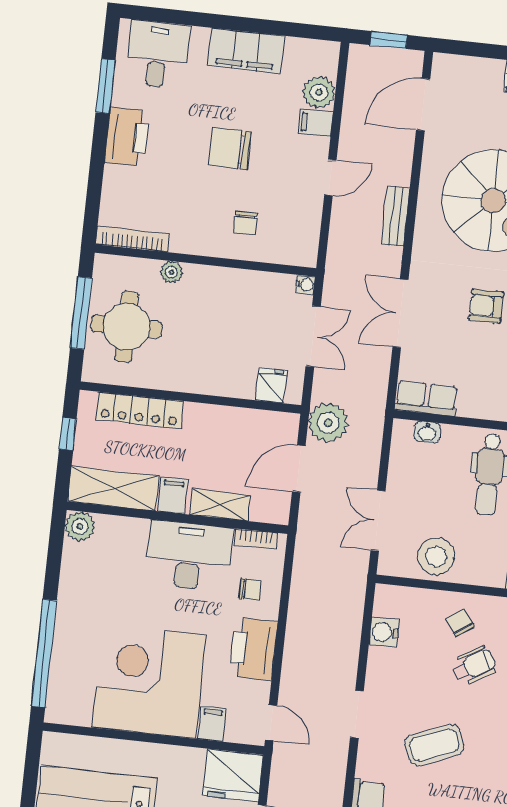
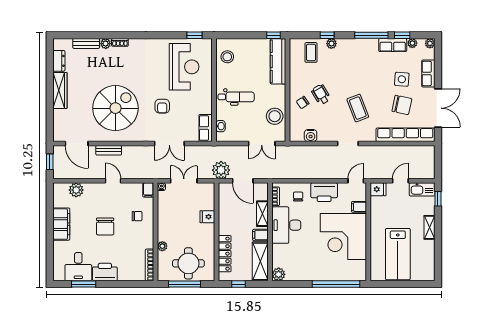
desk: (157, 54) -> (78, 267), moved, turned -90
filing cabinet: (316, 123) -> (148, 190), moved
bench: (396, 217) -> (109, 150), moved
fridge: (271, 385) -> (207, 217), moved
fridge: (233, 775) -> (378, 189), width x0.53, depth x0.75

